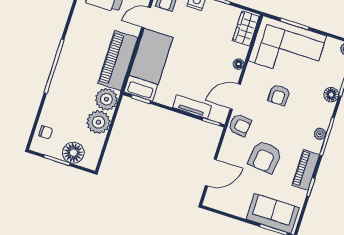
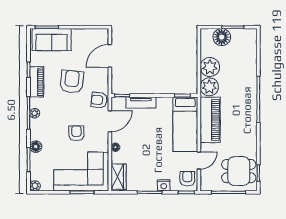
chair: (46, 132) -> (248, 46), removed

